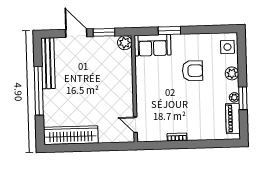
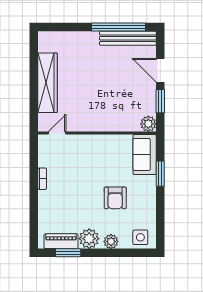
door: (76, 33) -> (160, 70), swing flipped
window: (39, 91) -> (119, 27), moved
plant: (234, 97) -> (89, 239), width x1.87, depth x1.87
window: (243, 98) -> (68, 253), moved
wardrobe: (71, 135) -> (48, 83), moved

